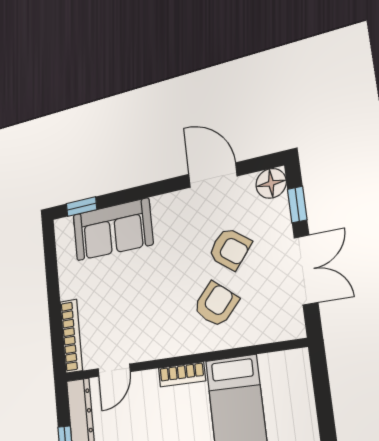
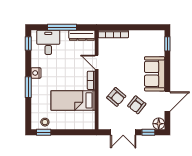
sofa: (112, 230) -> (155, 74), moved
door: (114, 370) -> (97, 62), moved

